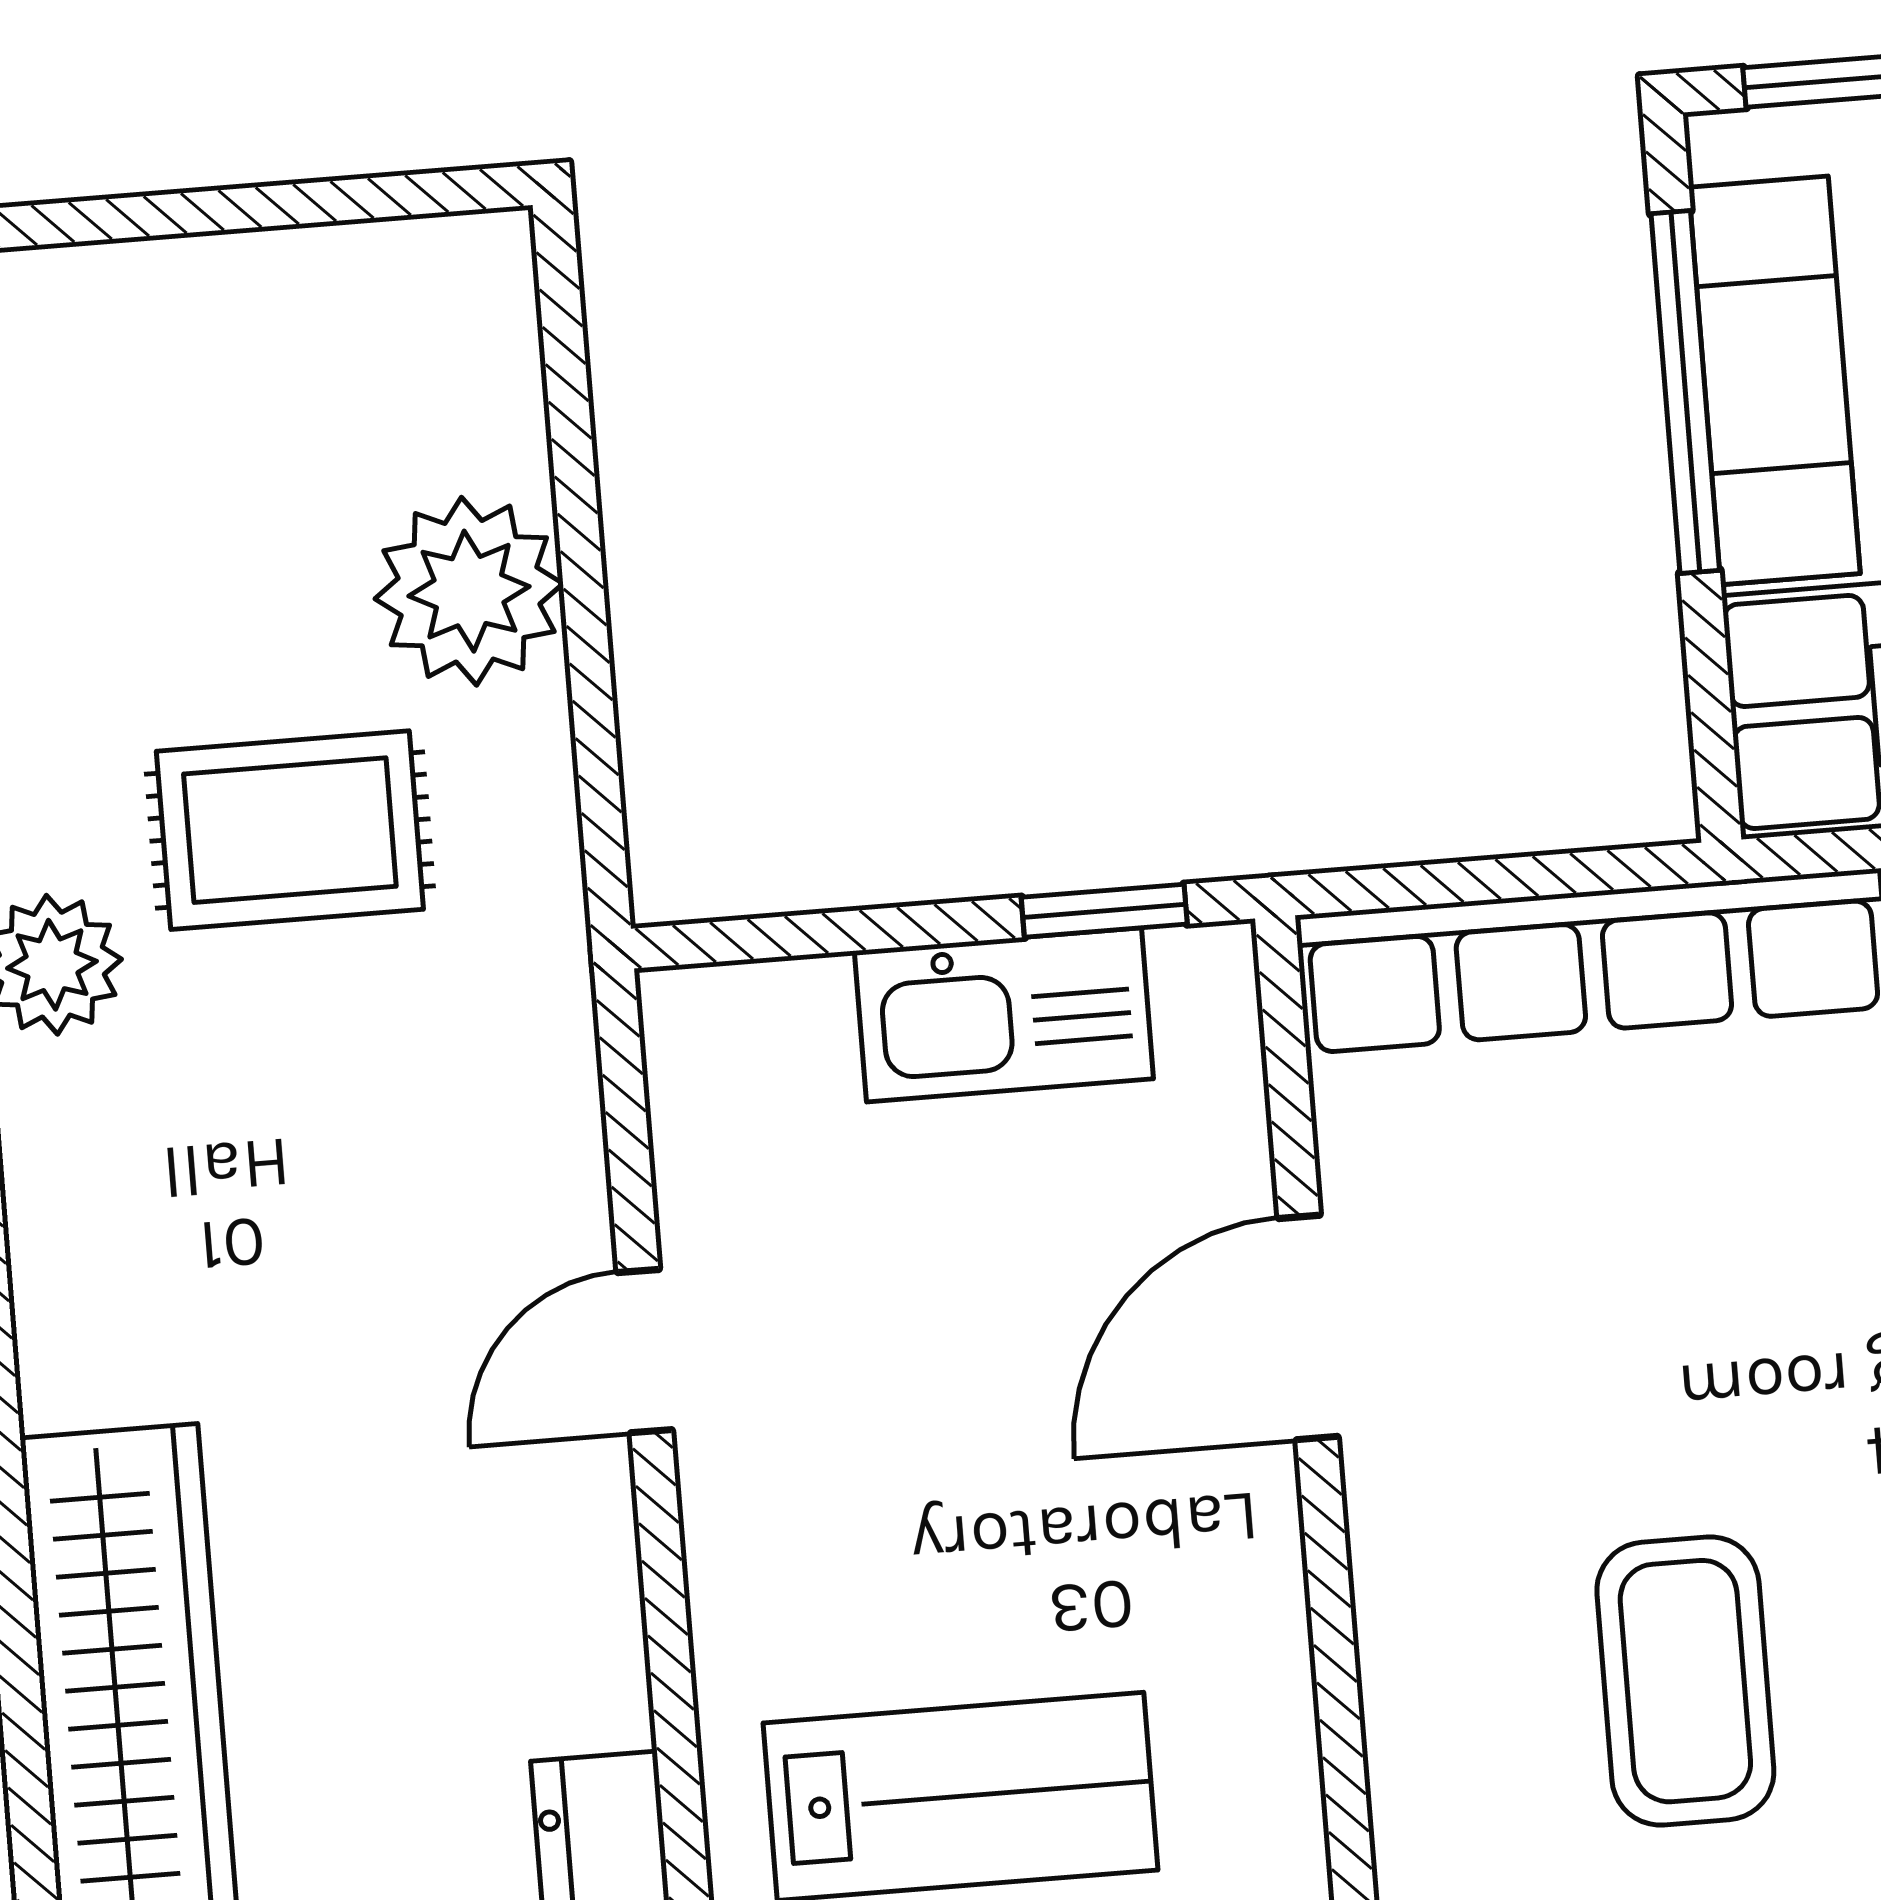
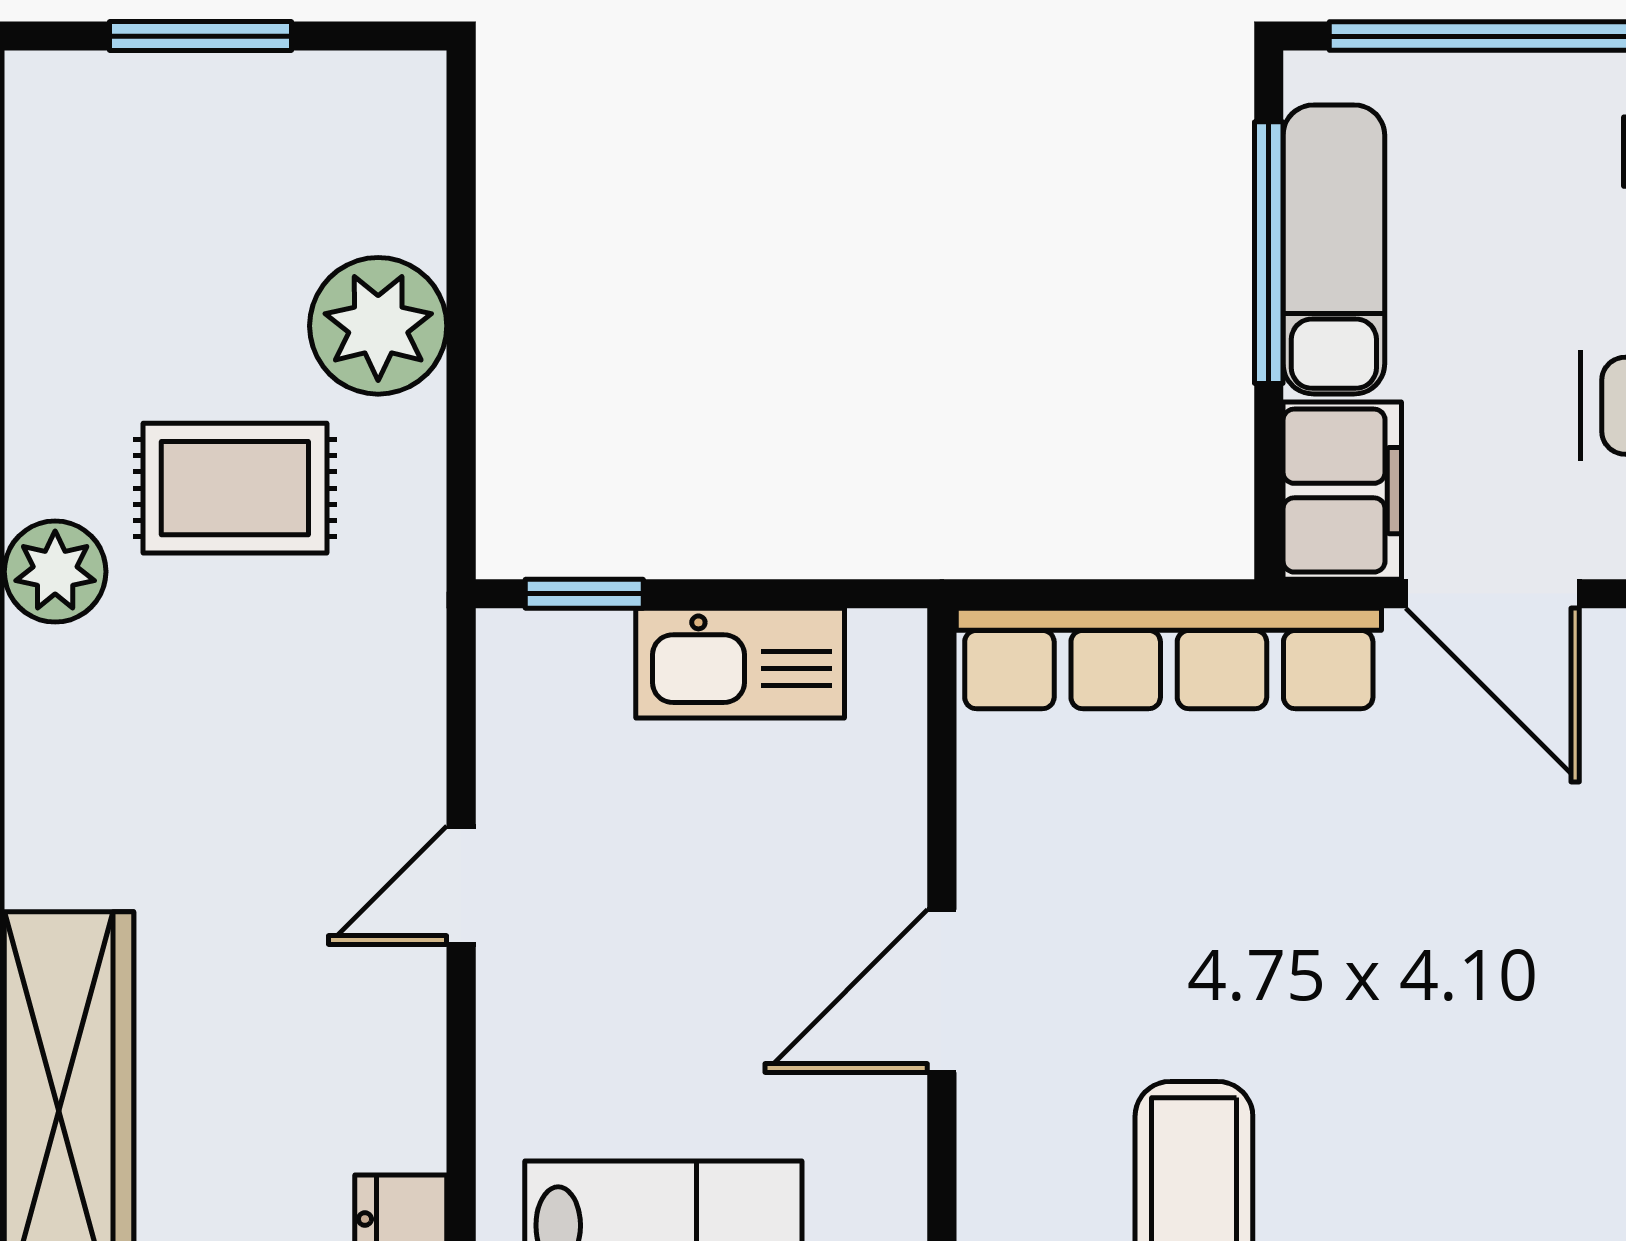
window: (193, 212) -> (201, 36), added
window: (1104, 911) -> (584, 594), moved
door: (1308, 1328) -> (942, 991), moved

